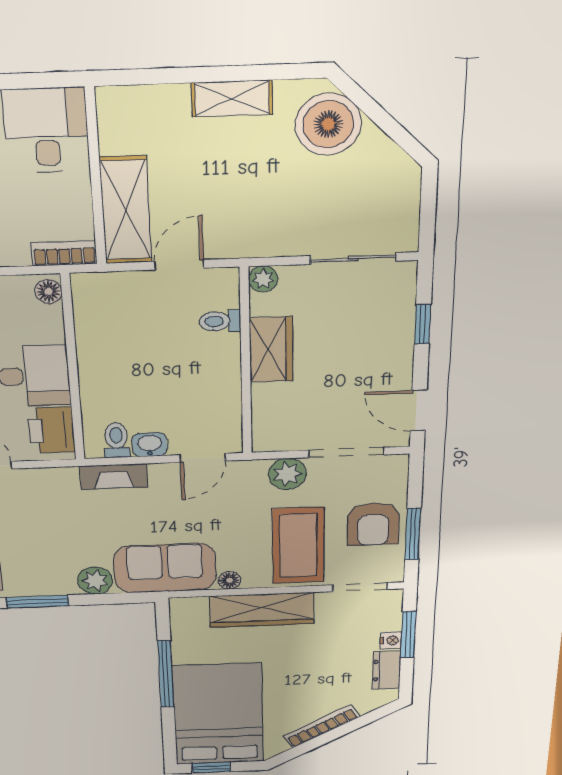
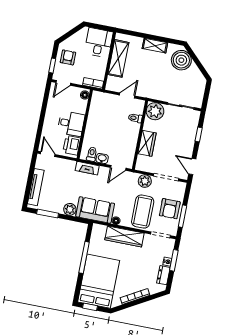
shelving: (126, 210) -> (118, 58), moved
plant: (263, 279) -> (155, 111), width x1.87, depth x1.87
wardrobe: (271, 349) -> (147, 143), moved

